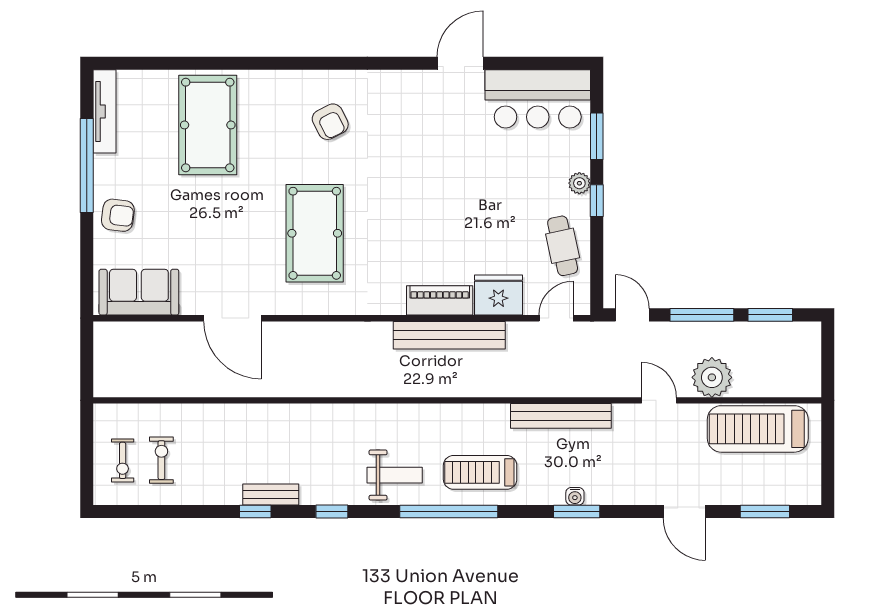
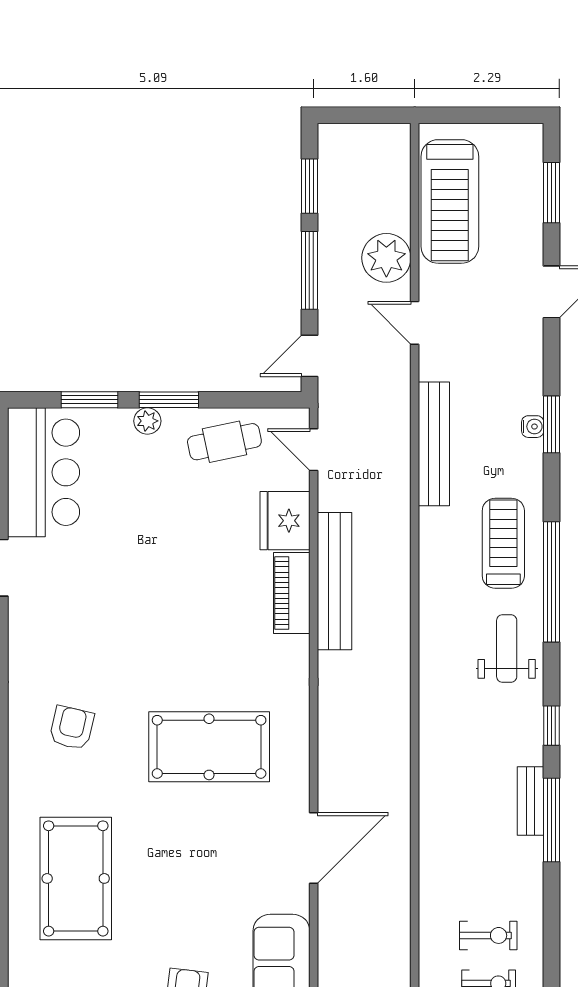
armchair: (330, 122) -> (72, 728), turned -50
pool table: (208, 125) -> (76, 878), turned 90
window: (597, 201) -> (169, 400), width x1.50
door: (659, 400) -> (415, 323), hinge flipped
exercise bike: (161, 460) -> (488, 935), turned 180
treadmill: (480, 472) -> (503, 543), turned 180
window: (255, 512) -> (552, 820), width x2.17

